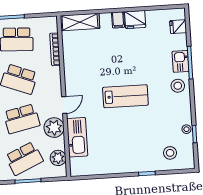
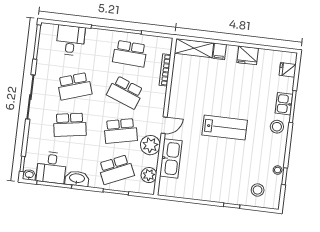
filing cabinet: (118, 20) -> (220, 51), moved

